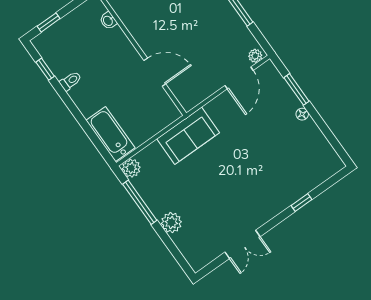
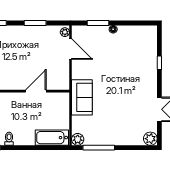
plant: (171, 223) -> (150, 139), moved

